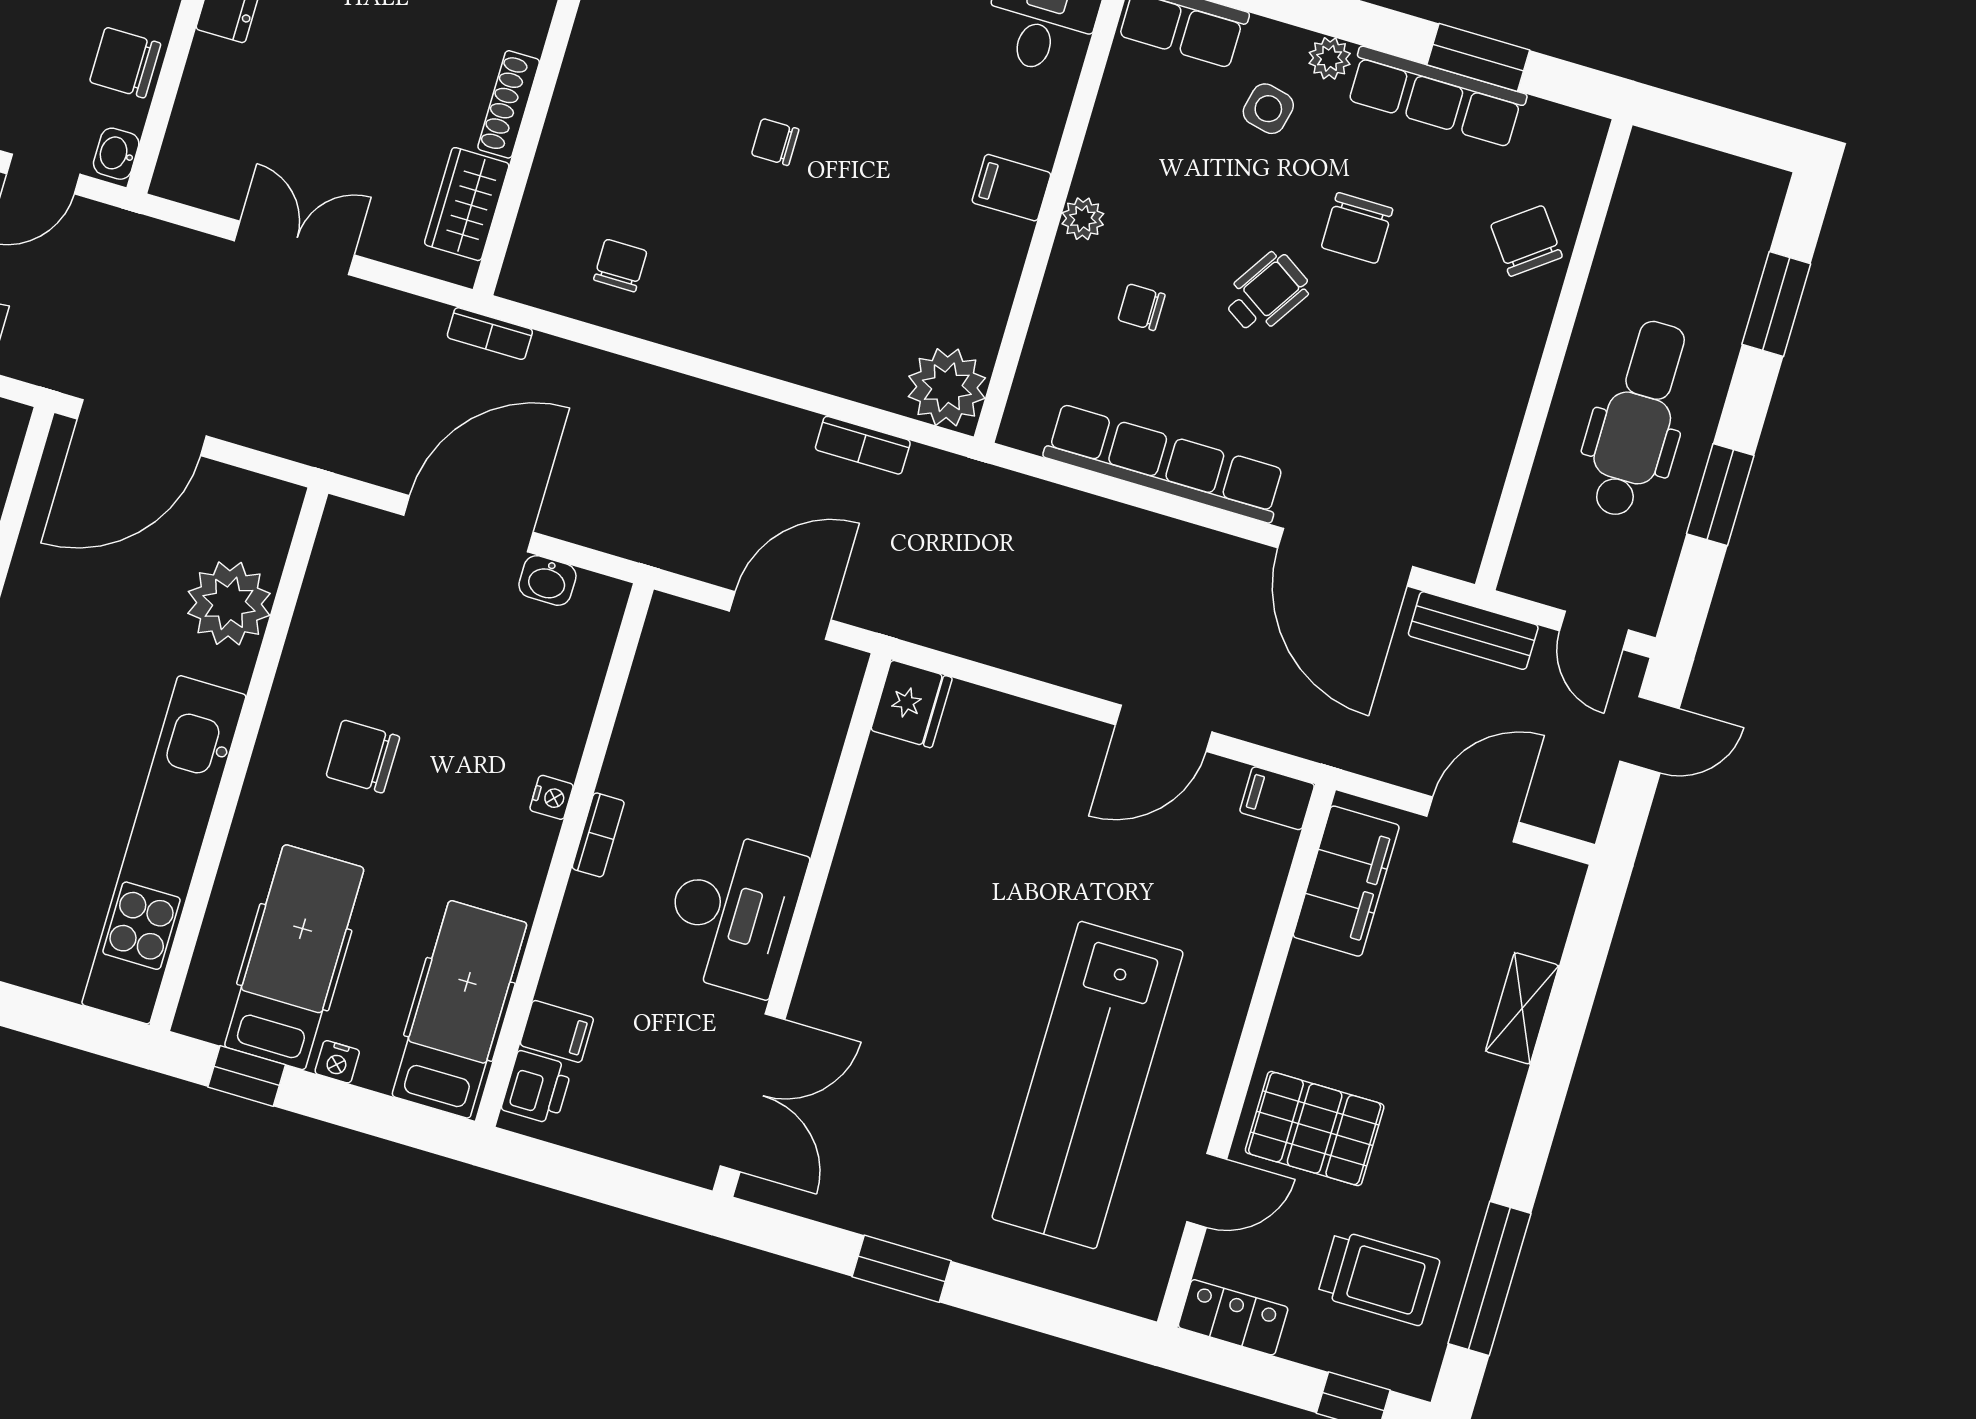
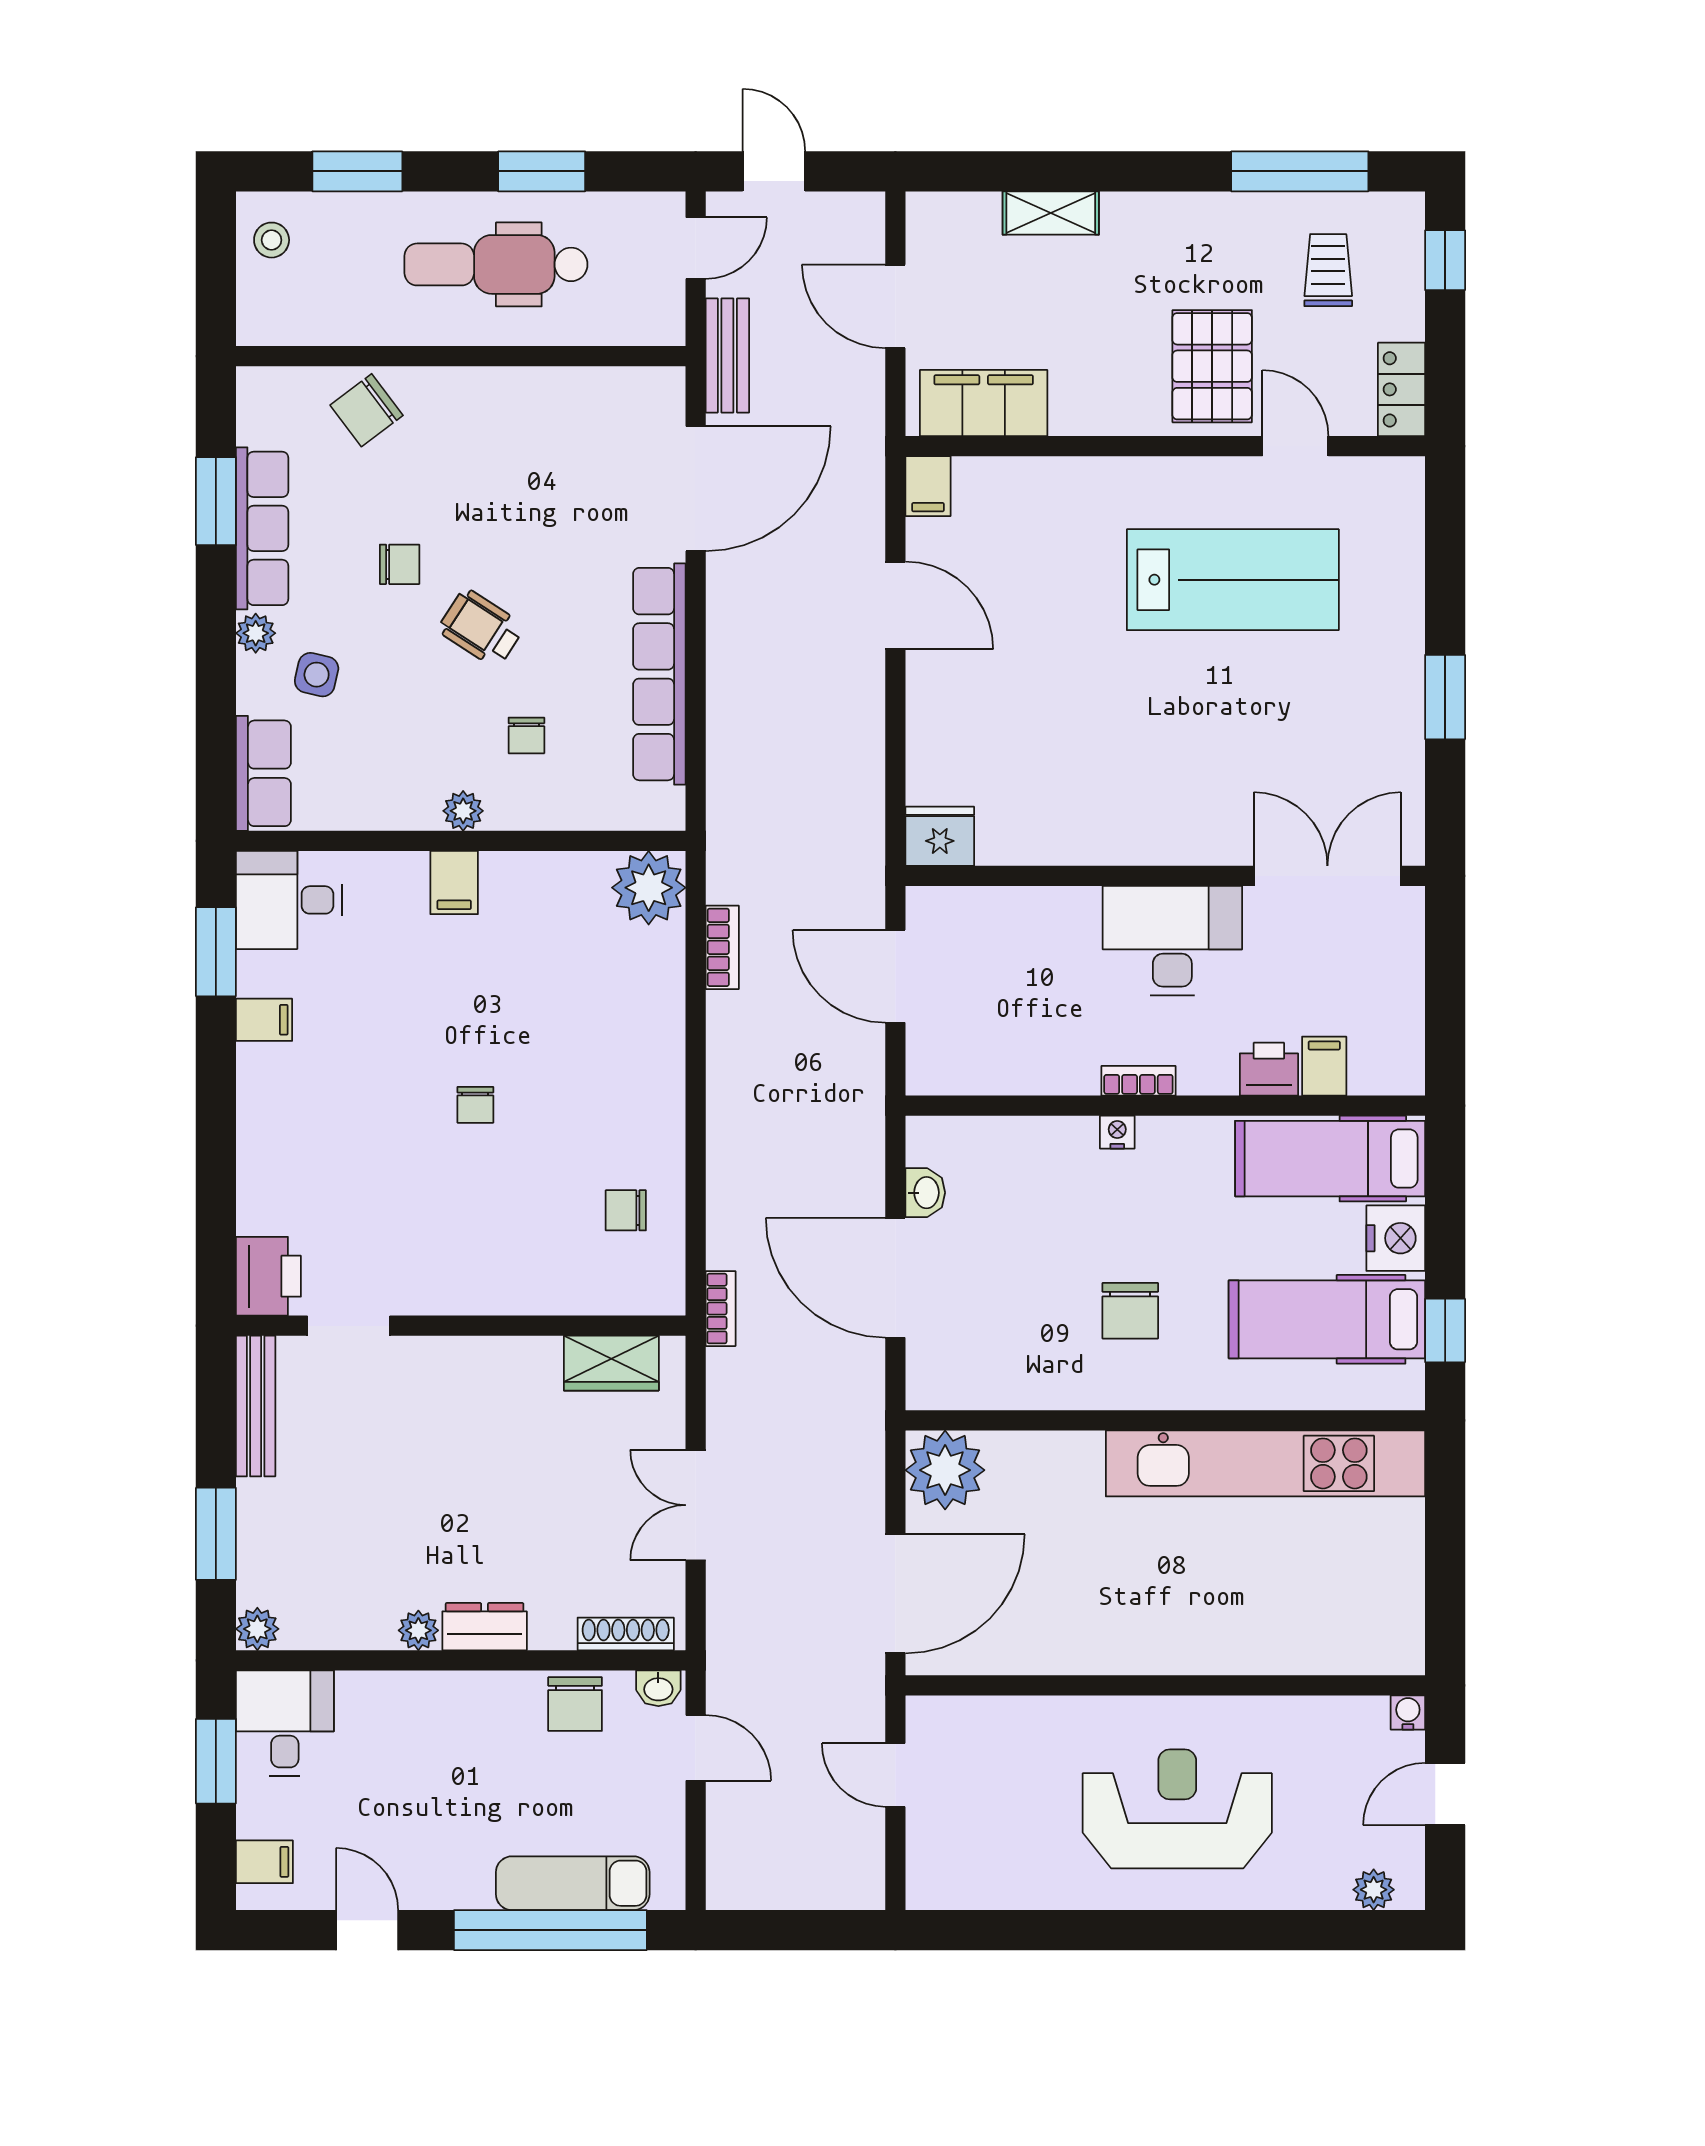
shoe rack: (509, 104) -> (626, 1634), moved, turned 180
stool: (1731, 194) -> (272, 240), added
chair: (1357, 228) -> (400, 564), width x0.73, depth x0.73
door: (142, 428) -> (895, 1594), hinge flipped
plant: (229, 603) -> (945, 1470), moved
nightstand: (337, 1062) -> (1396, 1238), width x1.89, depth x1.79
lab bench: (1088, 1085) -> (1233, 580), width x0.73
printer: (537, 1088) -> (1269, 1069), moved
trolley: (1379, 1278) -> (1328, 270), width x0.73, depth x0.72

